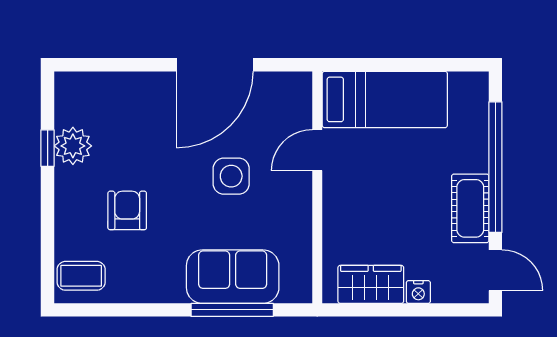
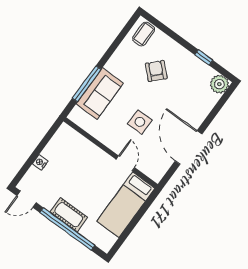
plant: (73, 146) -> (219, 84), moved
cot: (470, 208) -> (69, 215), moved
armchair: (127, 210) -> (156, 71), turned -136
wardrobe: (371, 284) -> (57, 146), removed

